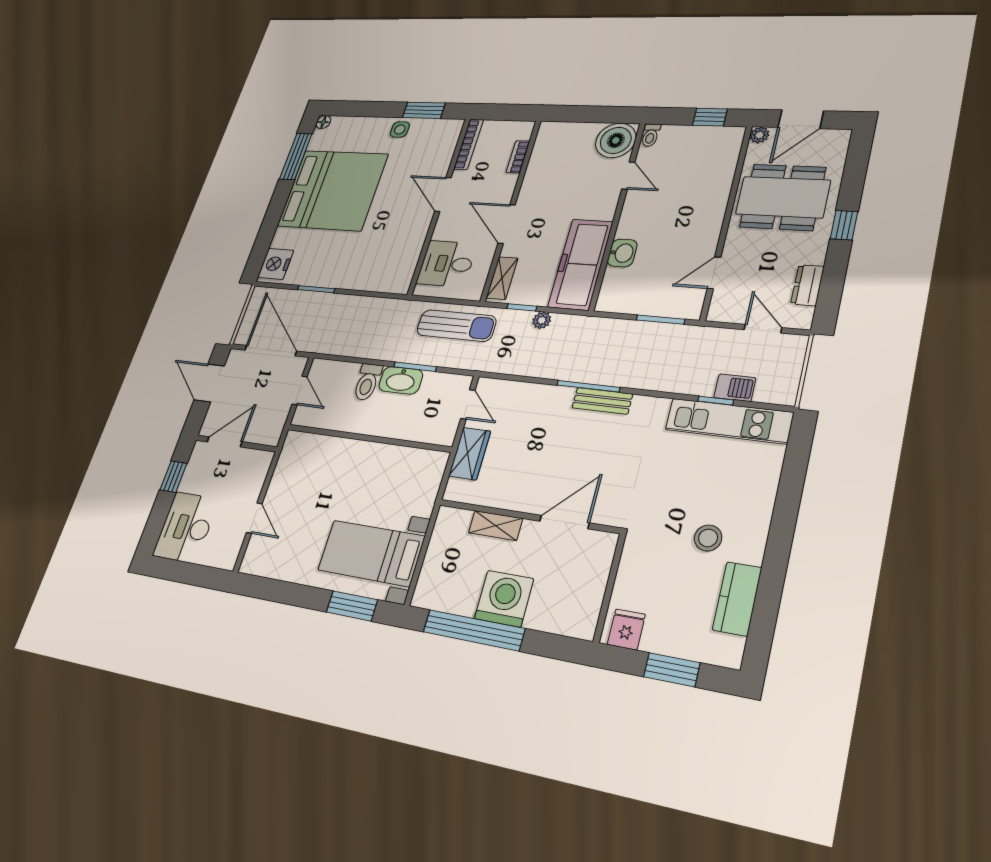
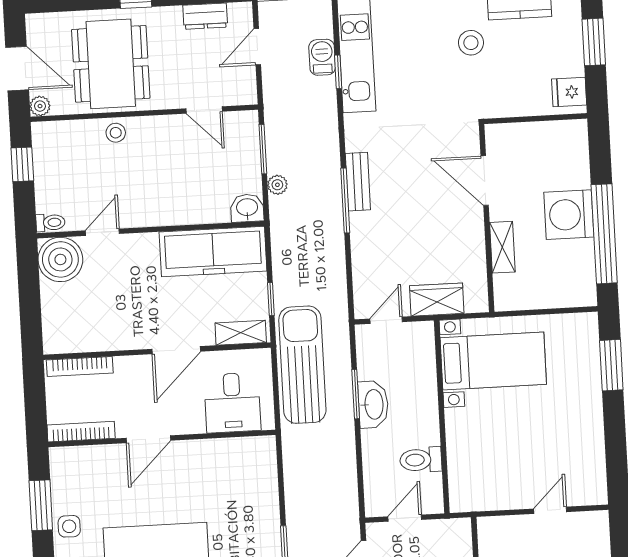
bookcase: (518, 157) -> (80, 367), width x1.56
stool: (715, 195) -> (116, 133), added
washbasin: (622, 253) -> (247, 208), moved
plant: (542, 320) -> (277, 185), moved
sun lounger: (456, 326) -> (302, 365), width x1.36, depth x1.34
toilet: (367, 382) -> (421, 460), moved, turned 180
bed with nightstands: (371, 553) -> (493, 361), moved, turned -90

